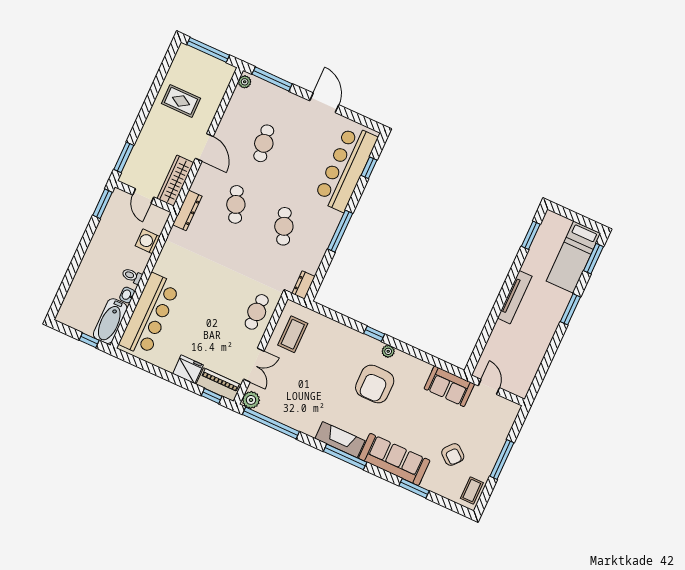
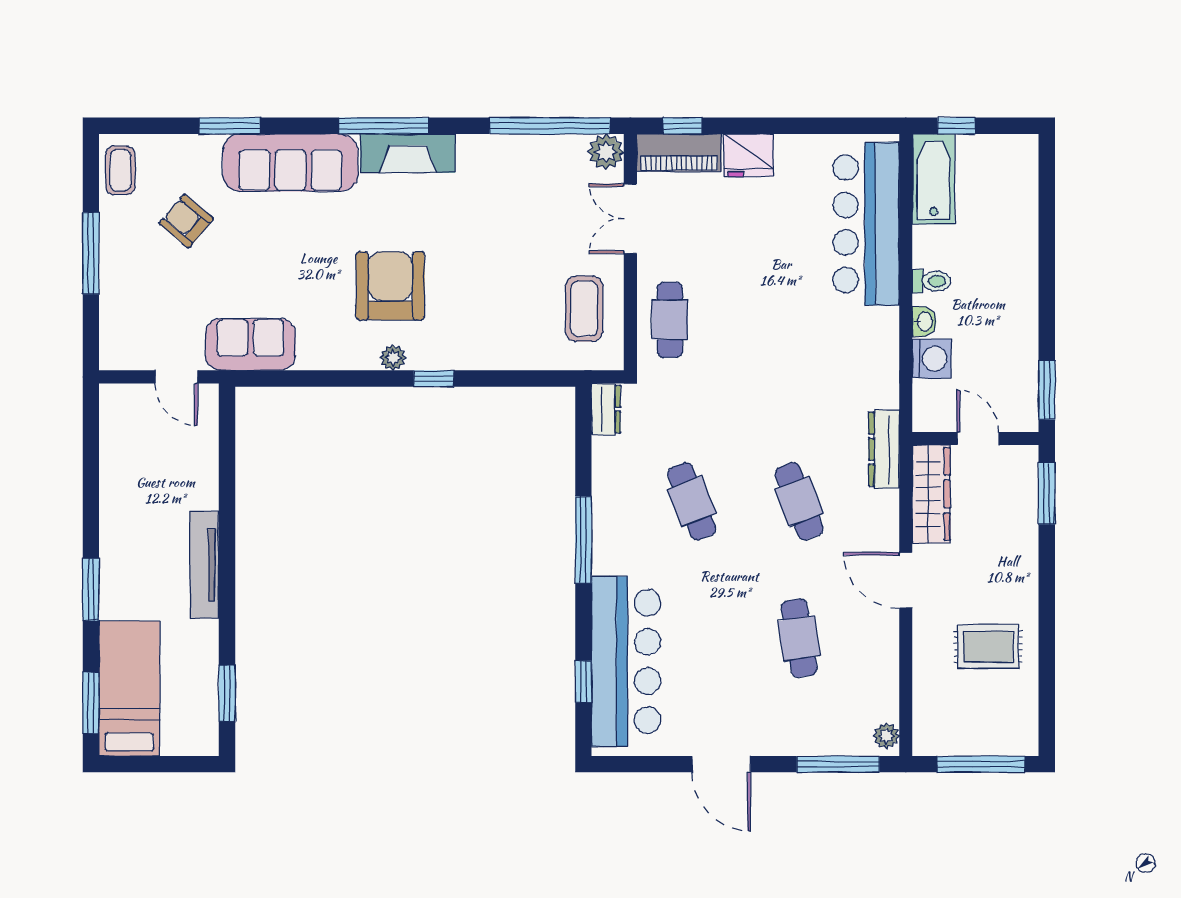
washbasin: (127, 295) -> (924, 322), moved

